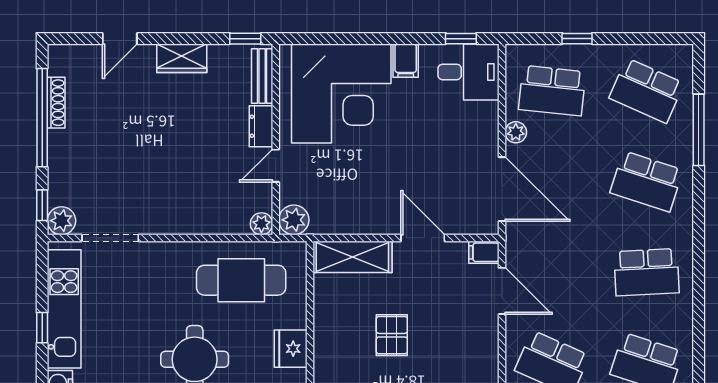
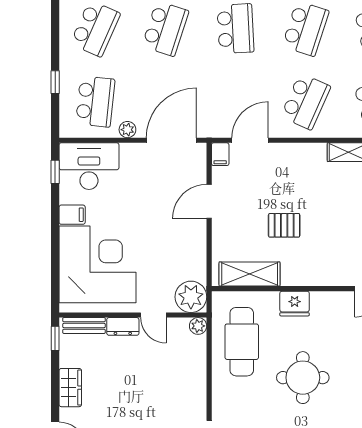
desk: (468, 72) -> (89, 166), width x1.37
plant: (294, 220) -> (191, 297), width x1.36, depth x1.36
shelving: (352, 257) -> (250, 274), moved, turned 90

